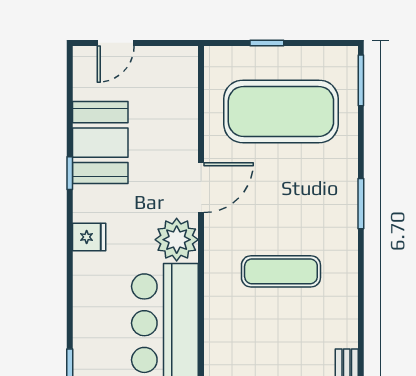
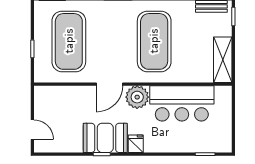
booth: (100, 143) -> (105, 138), moved
door: (201, 188) -> (110, 84), swing flipped
exercise mat: (281, 271) -> (154, 41), width x2.00, depth x1.45

